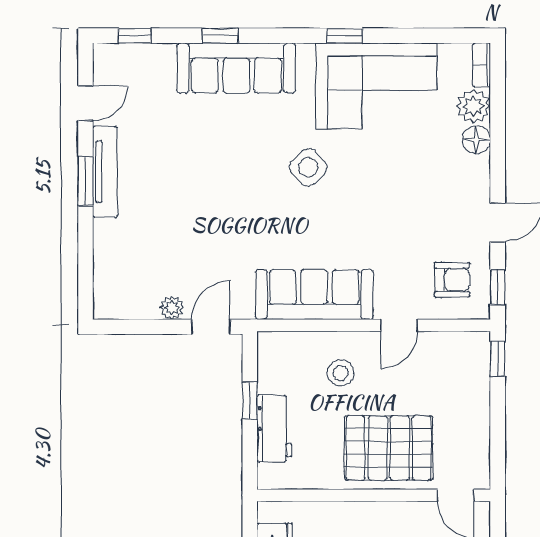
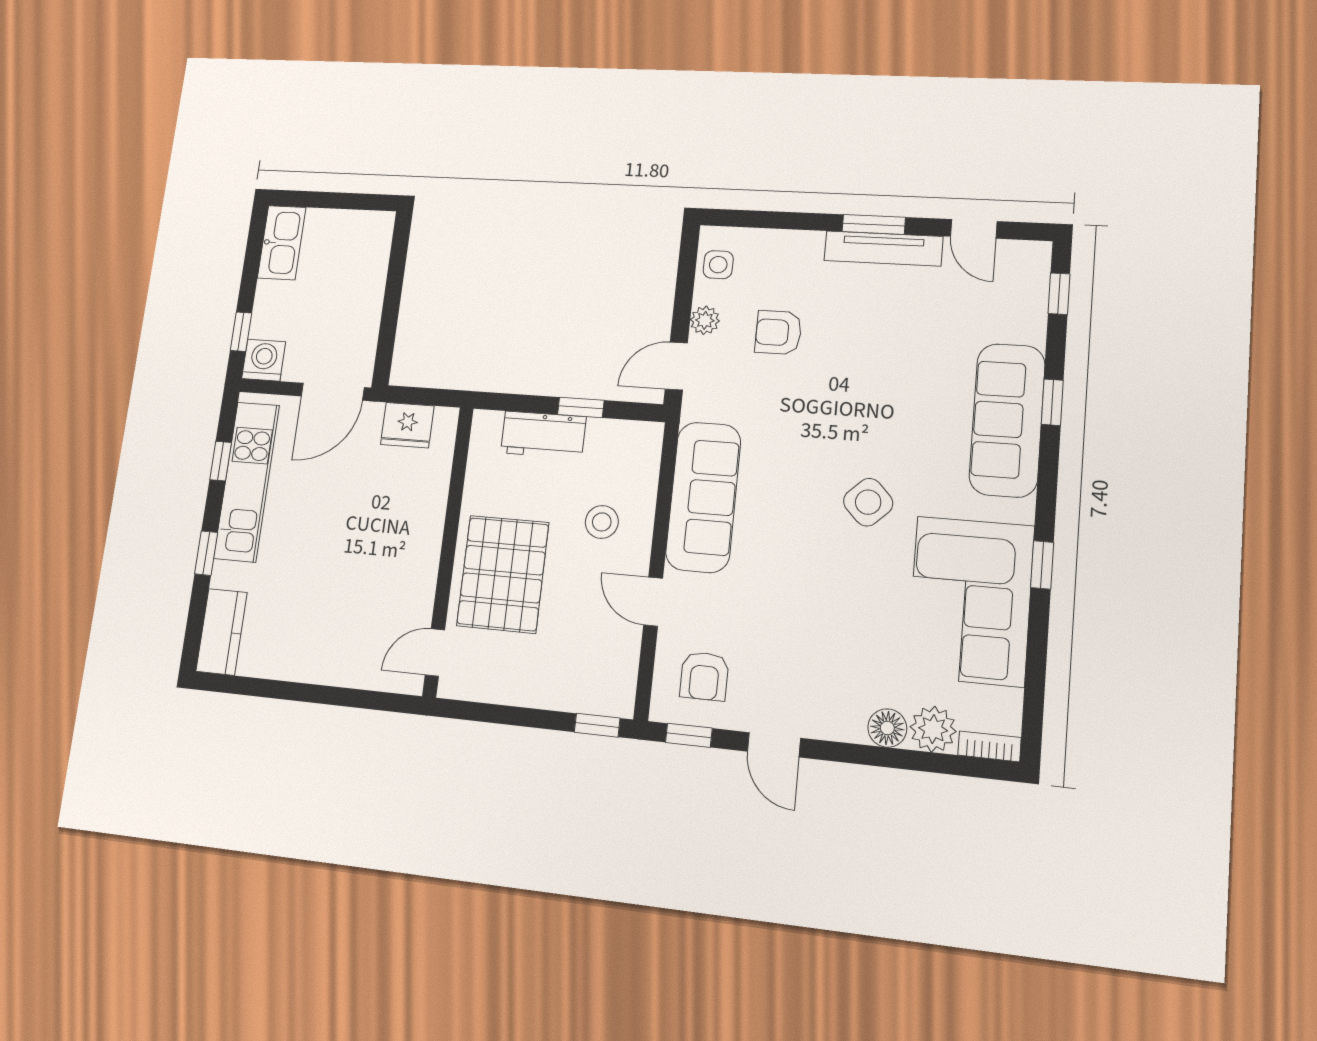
armchair: (178, 248) -> (778, 332), added
side table: (125, 301) -> (718, 265), added
door: (211, 327) -> (676, 366), swing flipped

